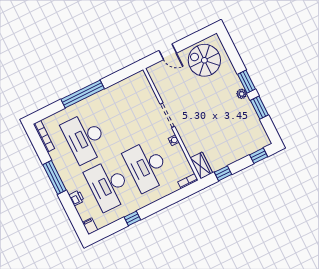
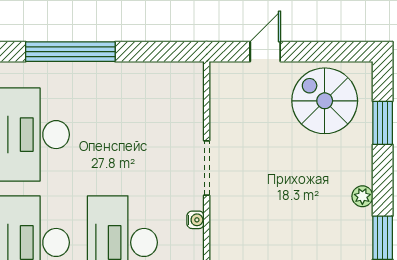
door: (168, 52) -> (265, 52), swing flipped
window: (246, 82) -> (383, 123), moved

